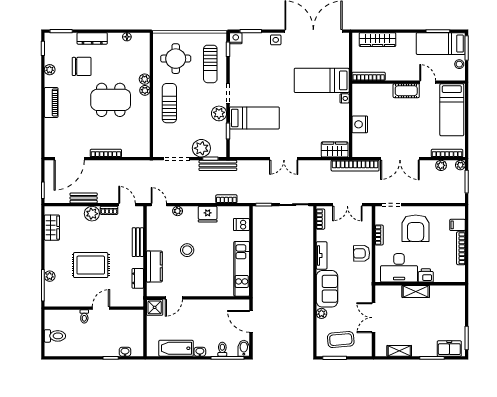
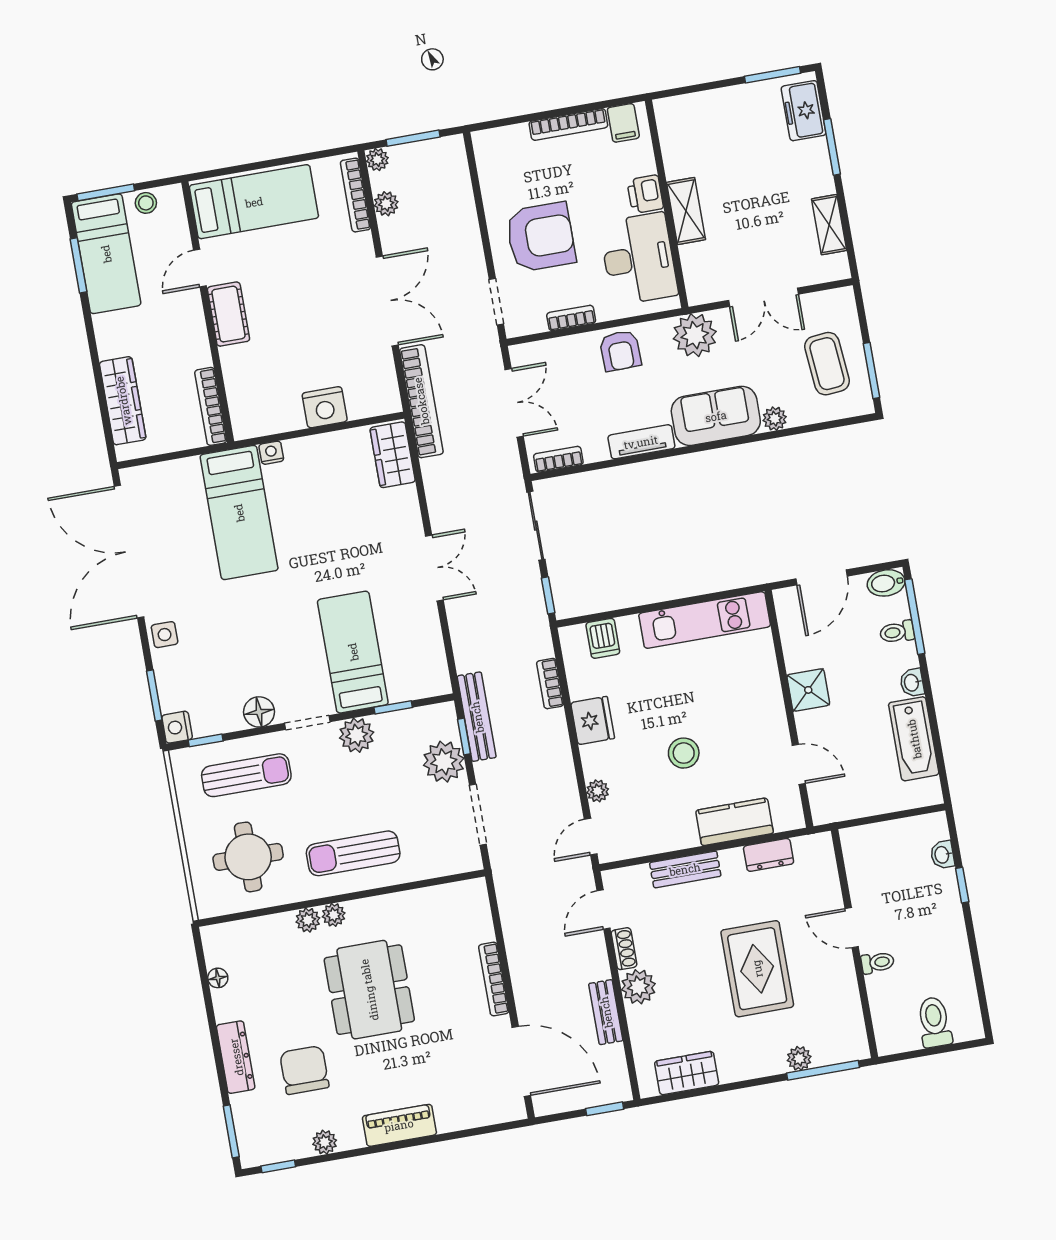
floor lamp: (236, 74) -> (259, 712), added
filing cabinet: (458, 225) -> (623, 123), moved
plant: (363, 286) -> (695, 335), added
shower: (155, 307) -> (808, 690), moved

